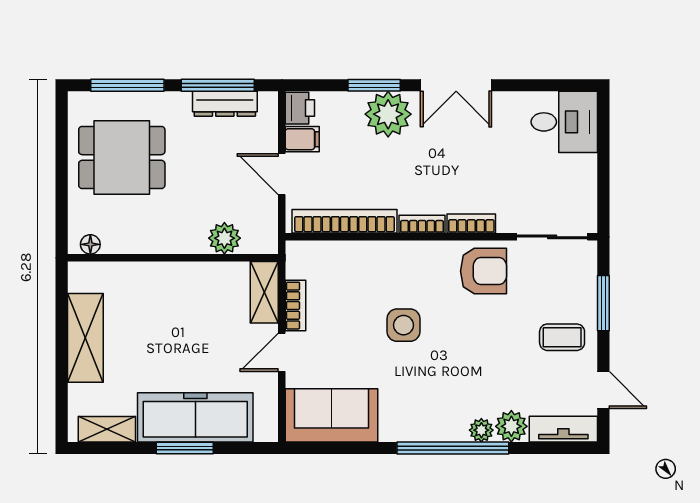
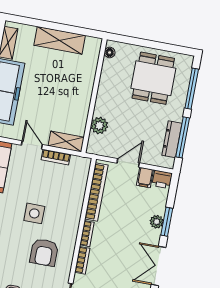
plant: (388, 114) -> (157, 222), width x0.53, depth x0.53
armchair: (483, 271) -> (44, 252), moved

